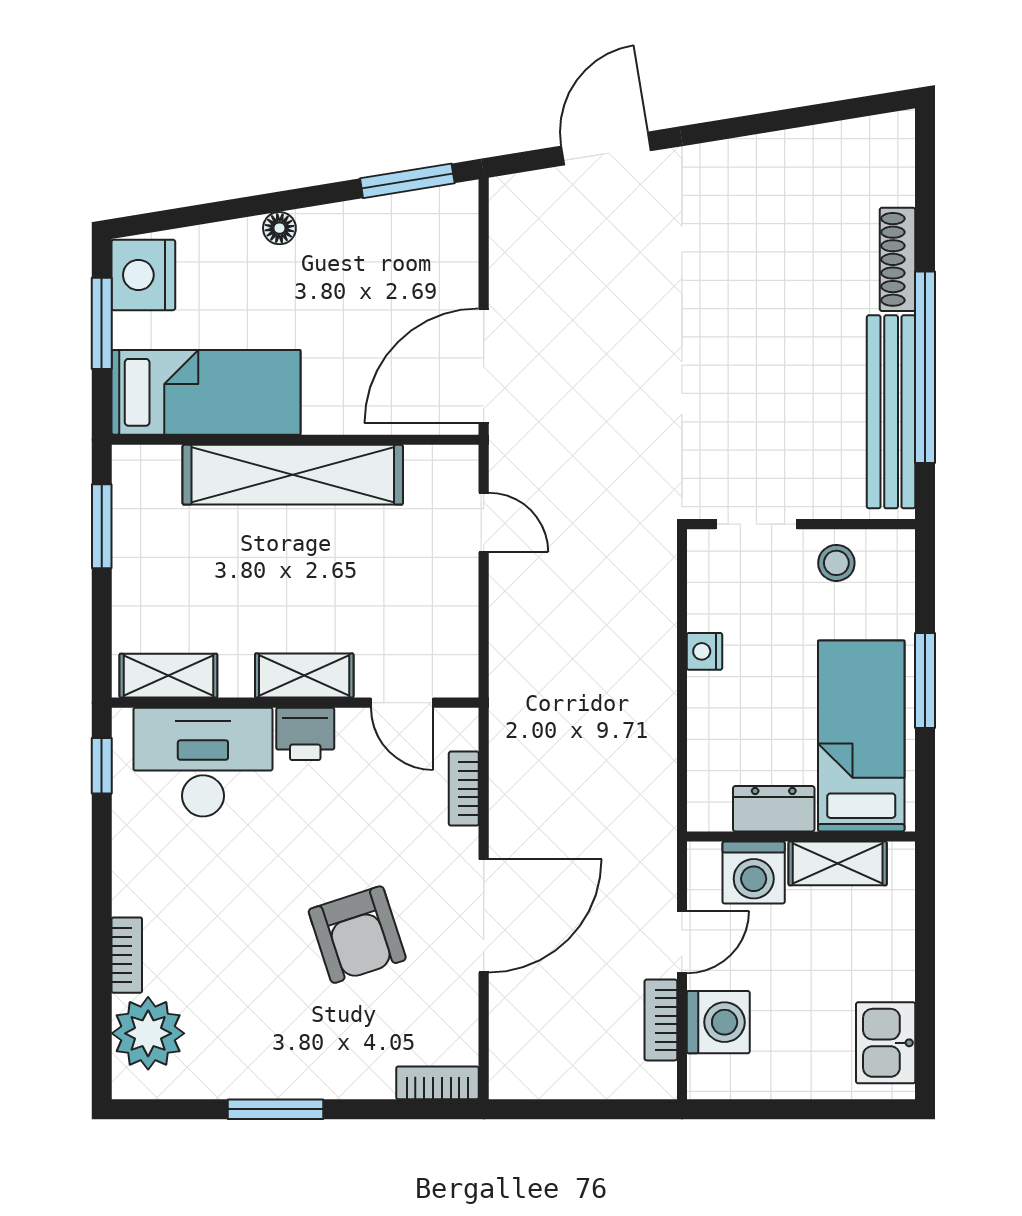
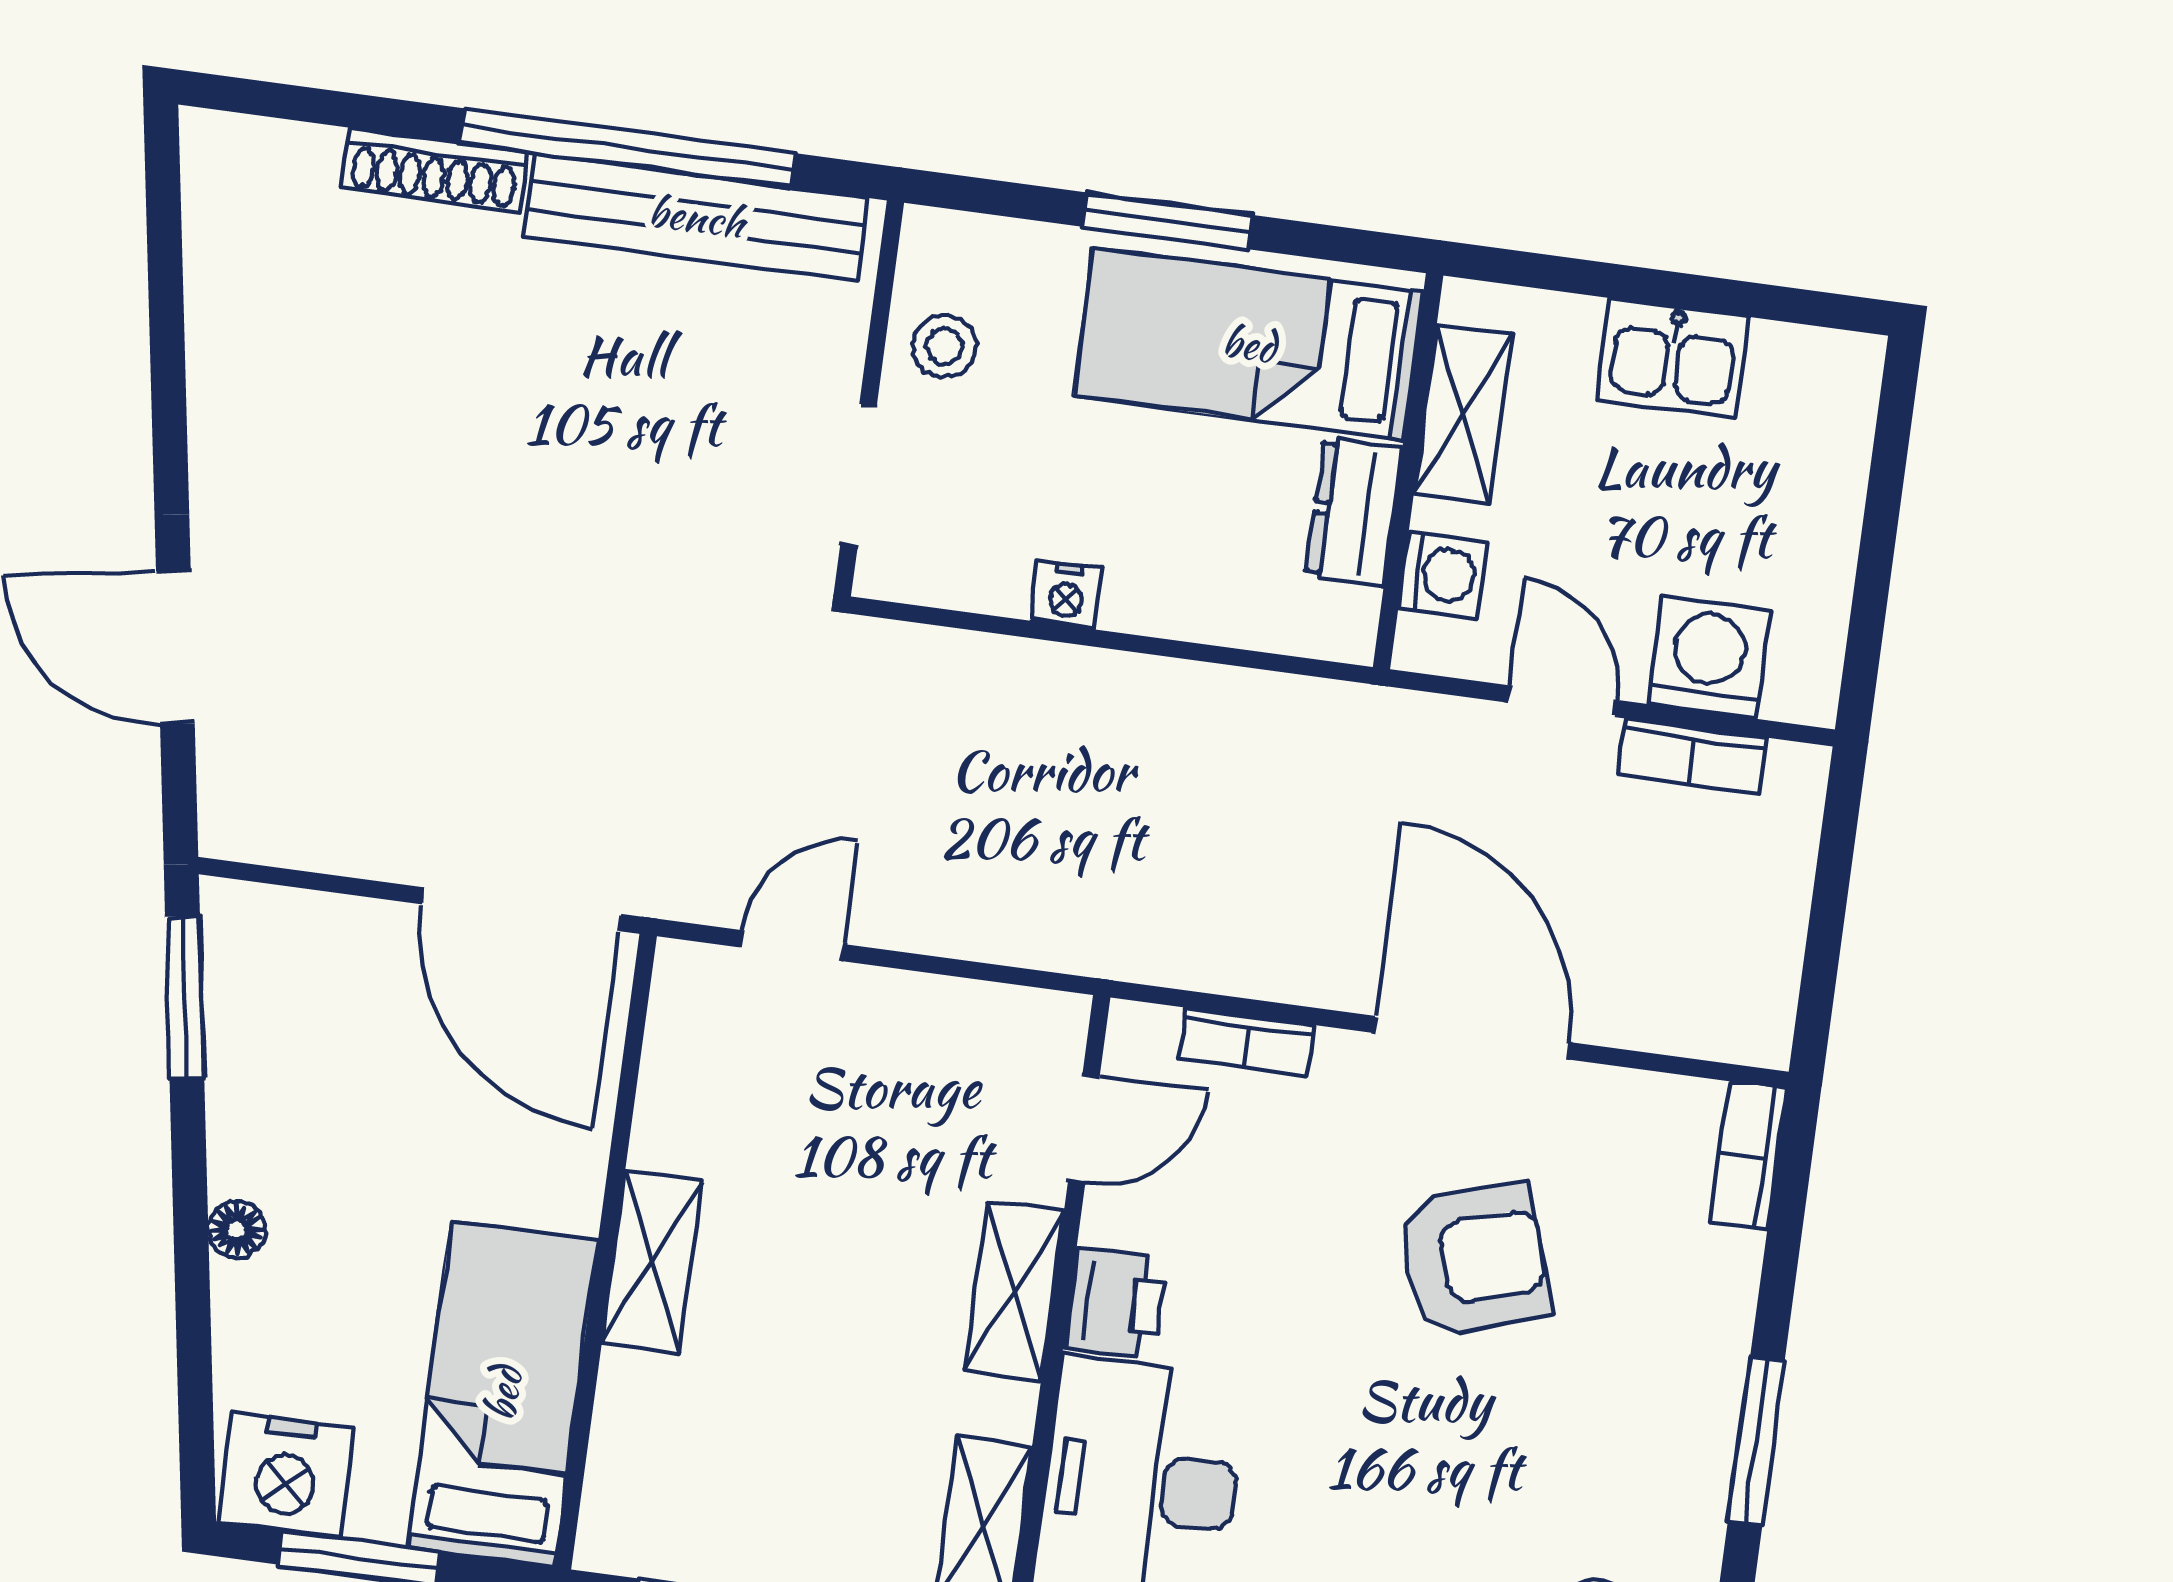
shelving: (293, 475) -> (652, 1262), width x0.45, depth x0.75
washing machine: (754, 873) -> (1442, 574), width x0.73, depth x0.73
kitchen sink: (886, 1043) -> (1673, 358), moved

